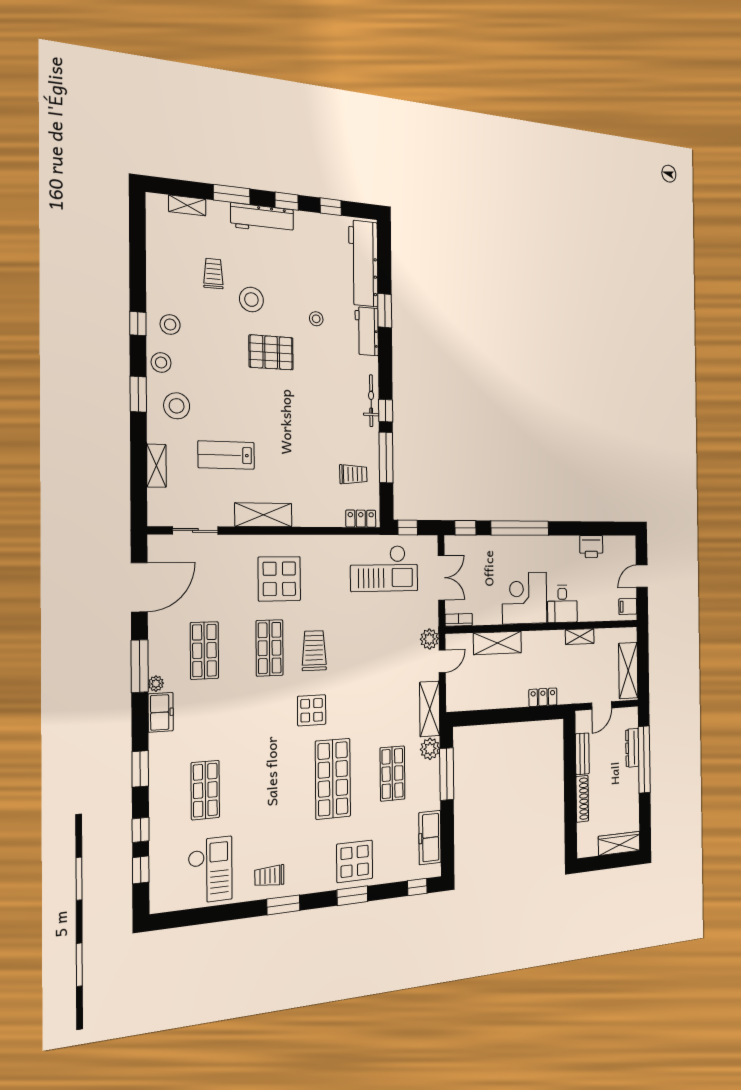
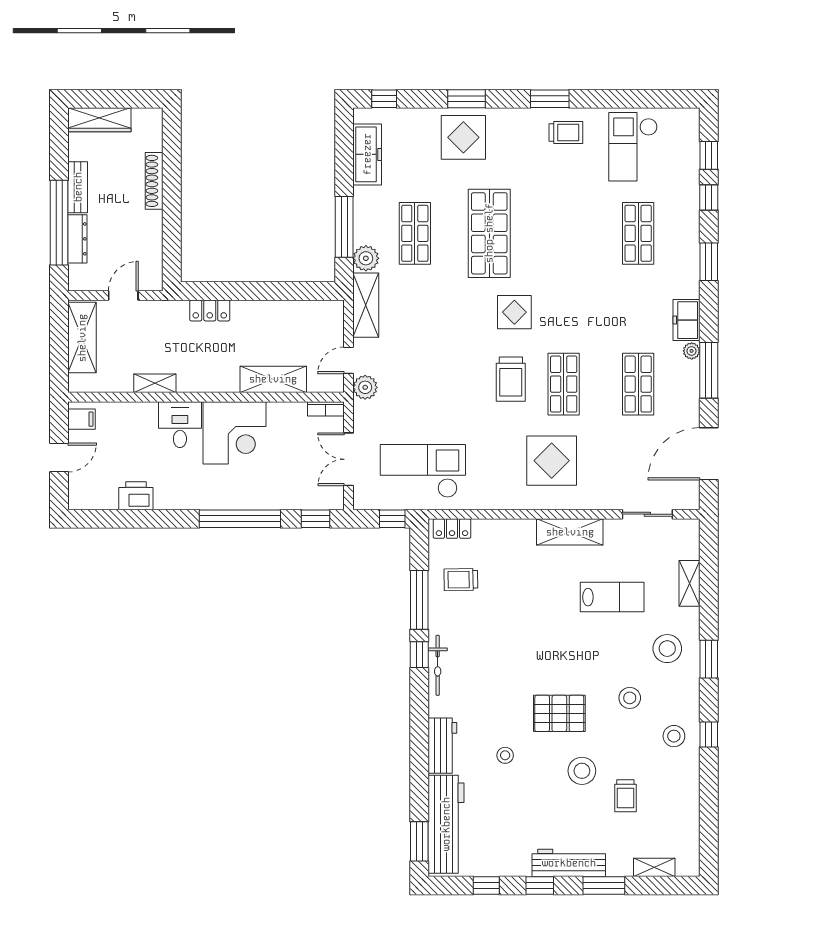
window: (385, 311) -> (419, 841), moved
stool: (161, 362) -> (630, 698), moved
bench: (582, 754) -> (78, 187), moved

